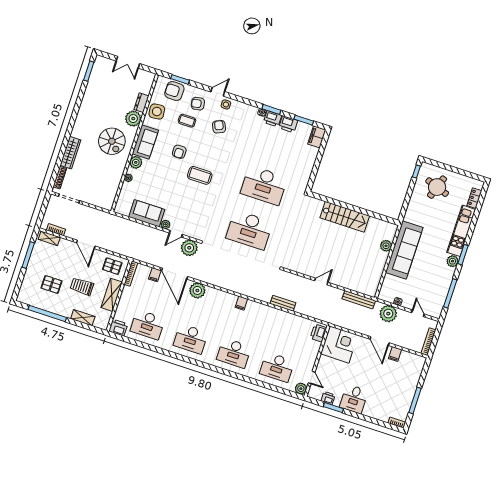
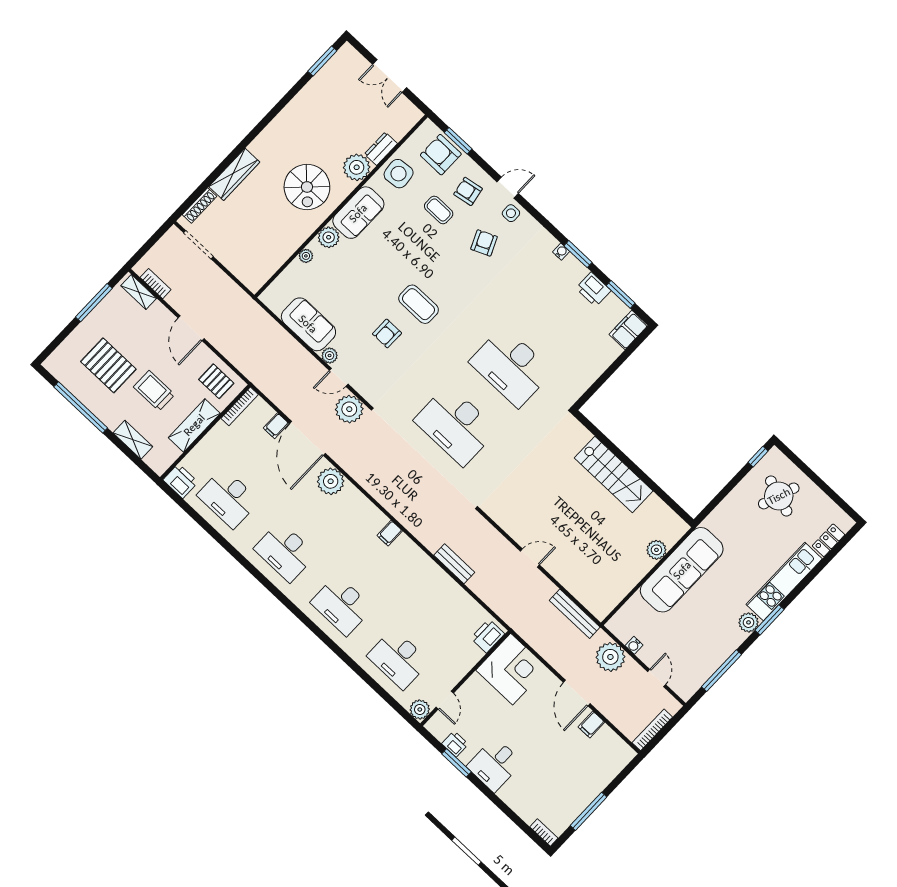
printer: (273, 119) -> (573, 269), removed
armchair: (179, 152) -> (387, 333), moved
pallet: (51, 284) -> (108, 365), width x1.50, depth x1.42

